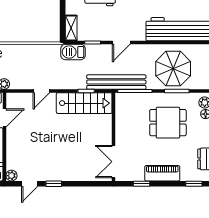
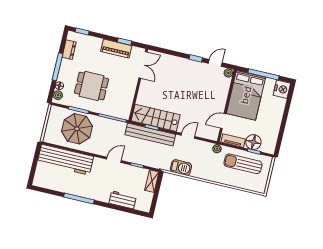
barbecue: (73, 52) -> (181, 168), moved
bench: (116, 82) -> (150, 135), moved
piano: (162, 173) -> (116, 48), moved

